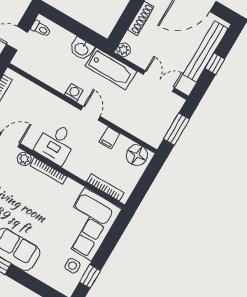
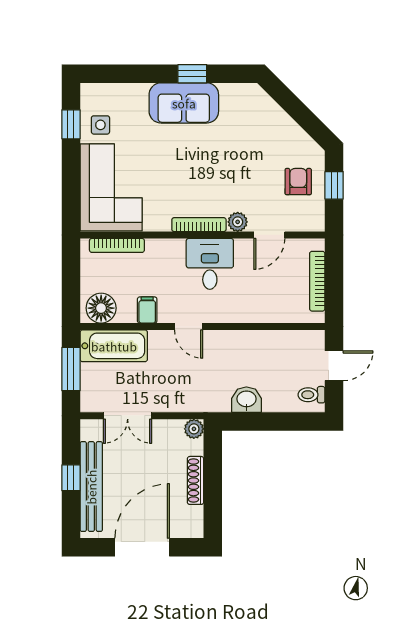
bathtub: (111, 69) -> (114, 346), moved, turned 180
washing machine: (74, 93) -> (224, 340), removed

